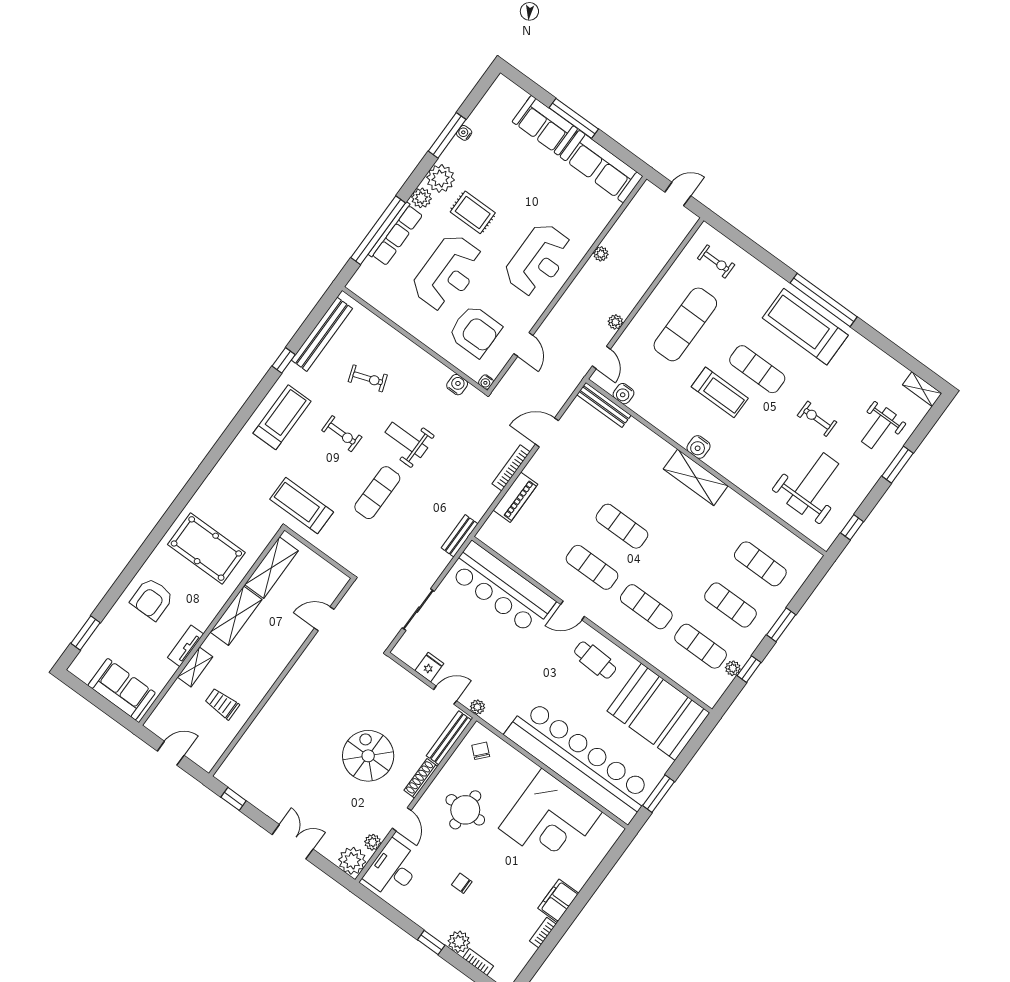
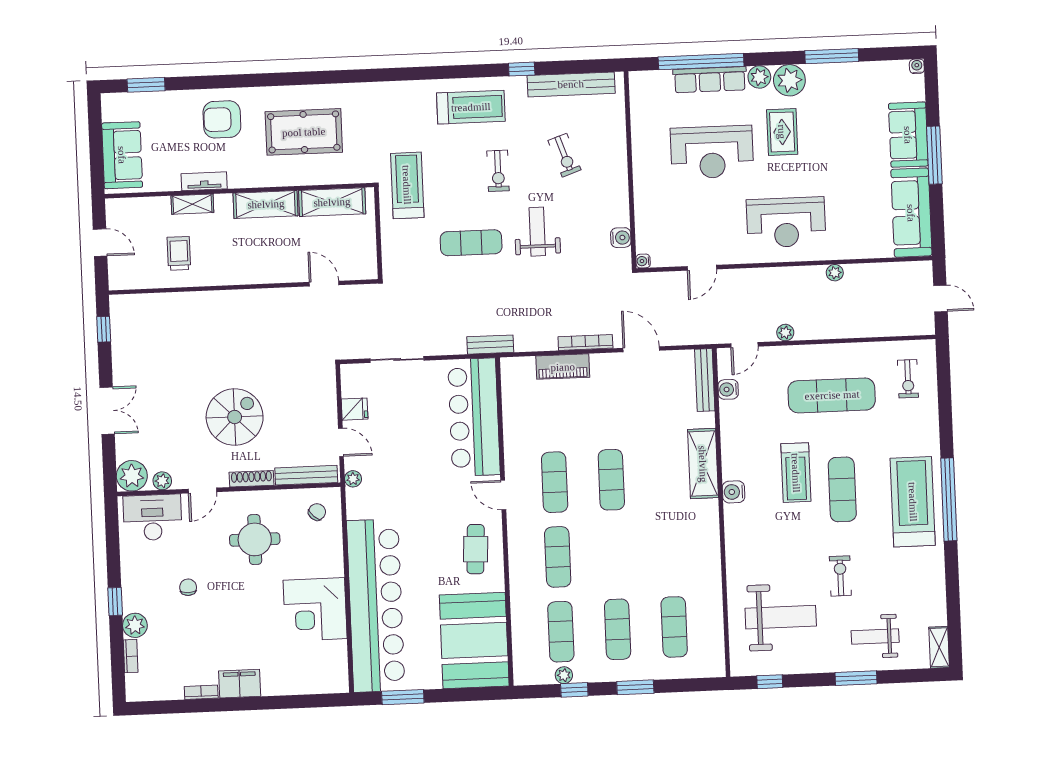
water cooler: (464, 133) -> (917, 66), moved
armchair: (475, 331) -> (680, 216), removed
shelving: (696, 477) -> (703, 464), moved
pool table: (206, 548) -> (304, 132), turned 90
corner desk: (550, 820) -> (315, 609), width x0.74, depth x0.74

